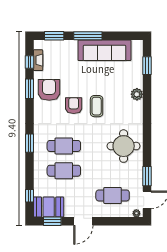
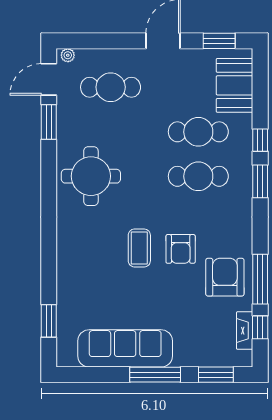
window: (29, 89) -> (260, 279), width x1.44
armchair: (49, 90) -> (225, 277), turned 180
plant: (137, 94) -> (67, 269), removed
window: (29, 196) -> (260, 140), moved
booth: (49, 207) -> (235, 85), moved, turned 90

